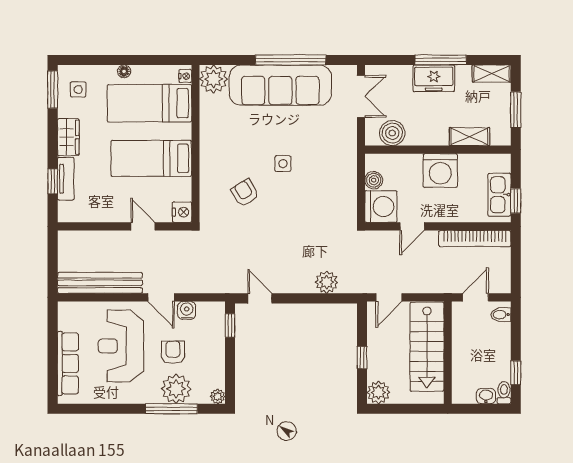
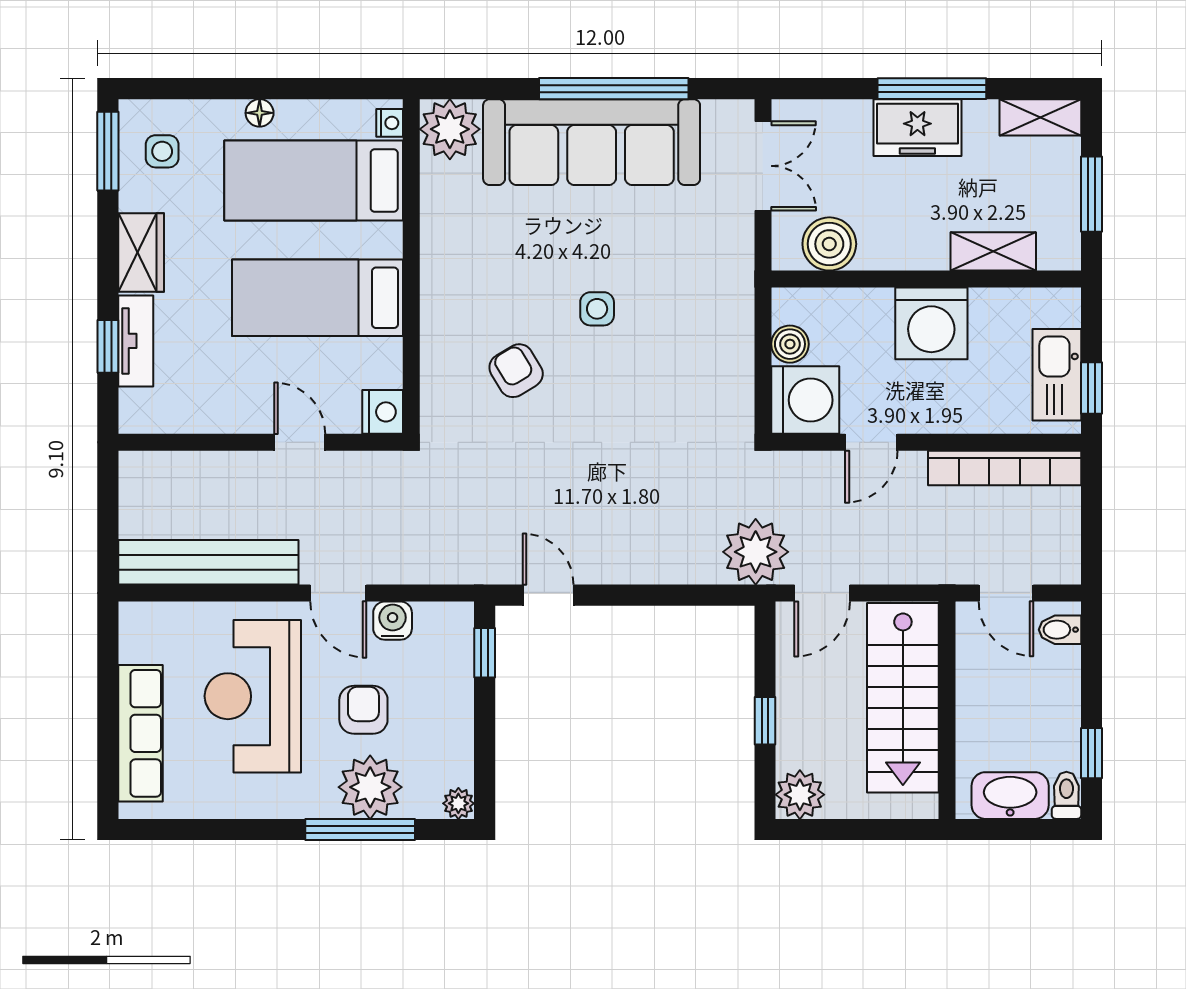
plant: (327, 282) -> (756, 552), moved, width x1.36, depth x1.36
door: (475, 297) -> (1006, 593), swing flipped
washbasin: (486, 396) -> (1010, 796), width x1.91, depth x1.45

